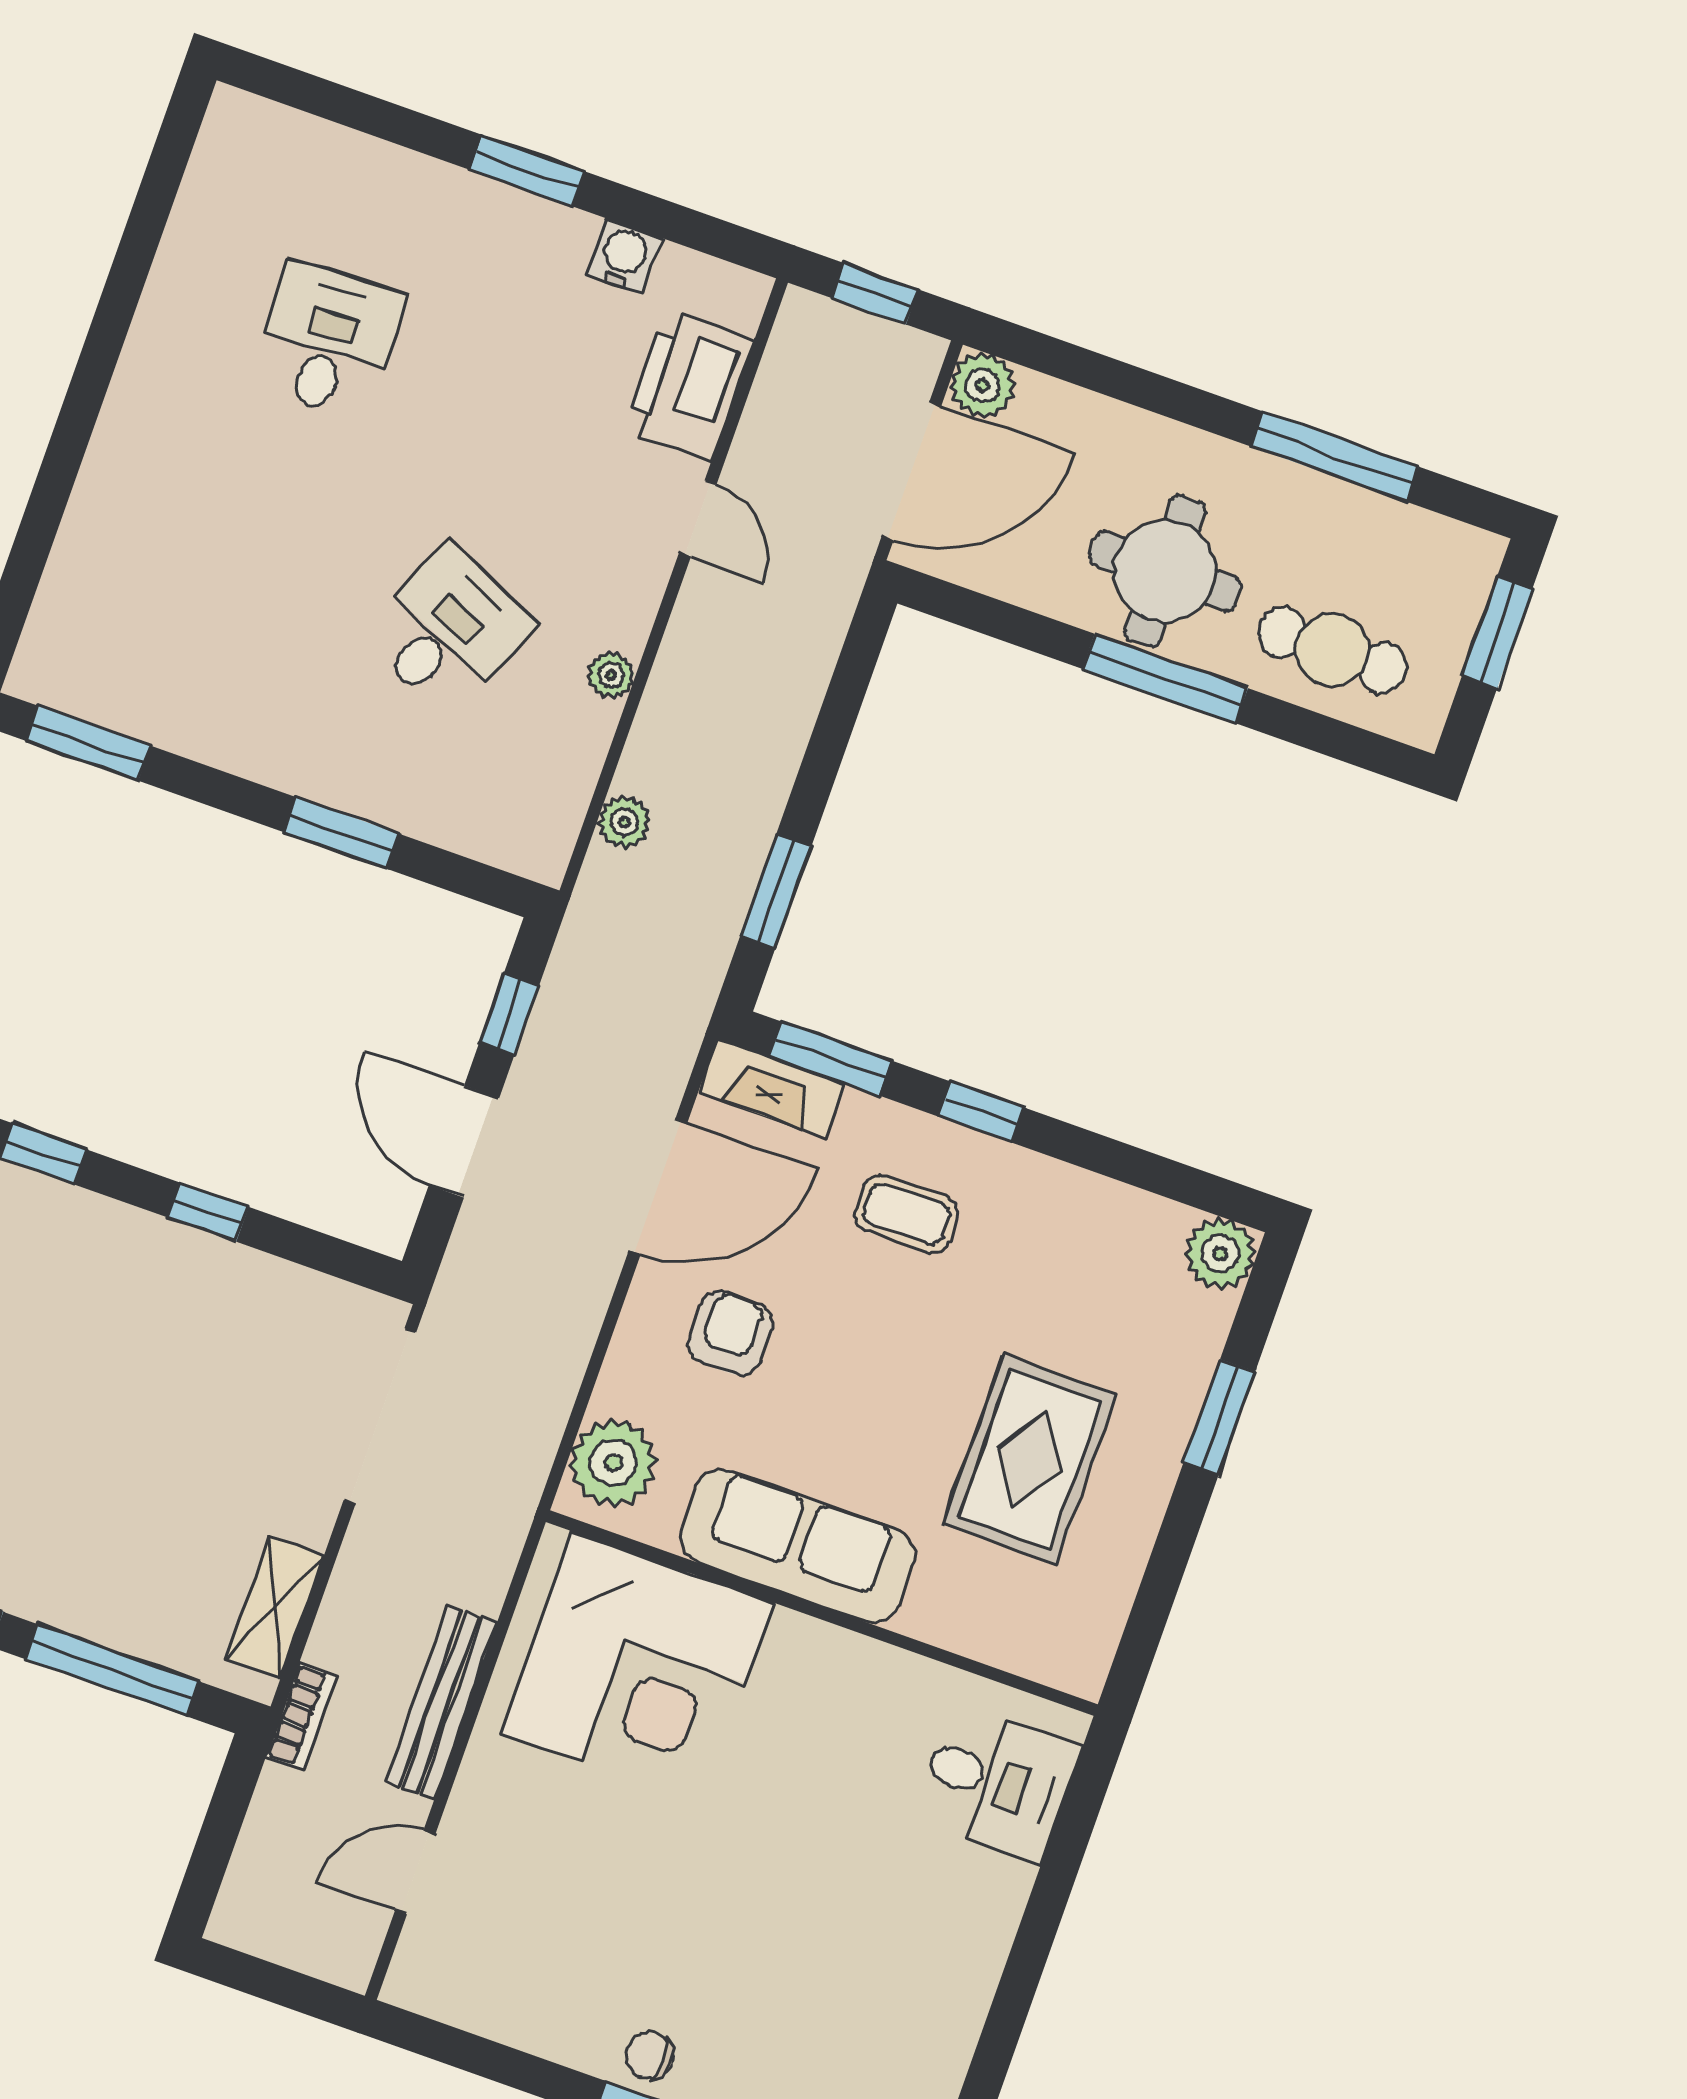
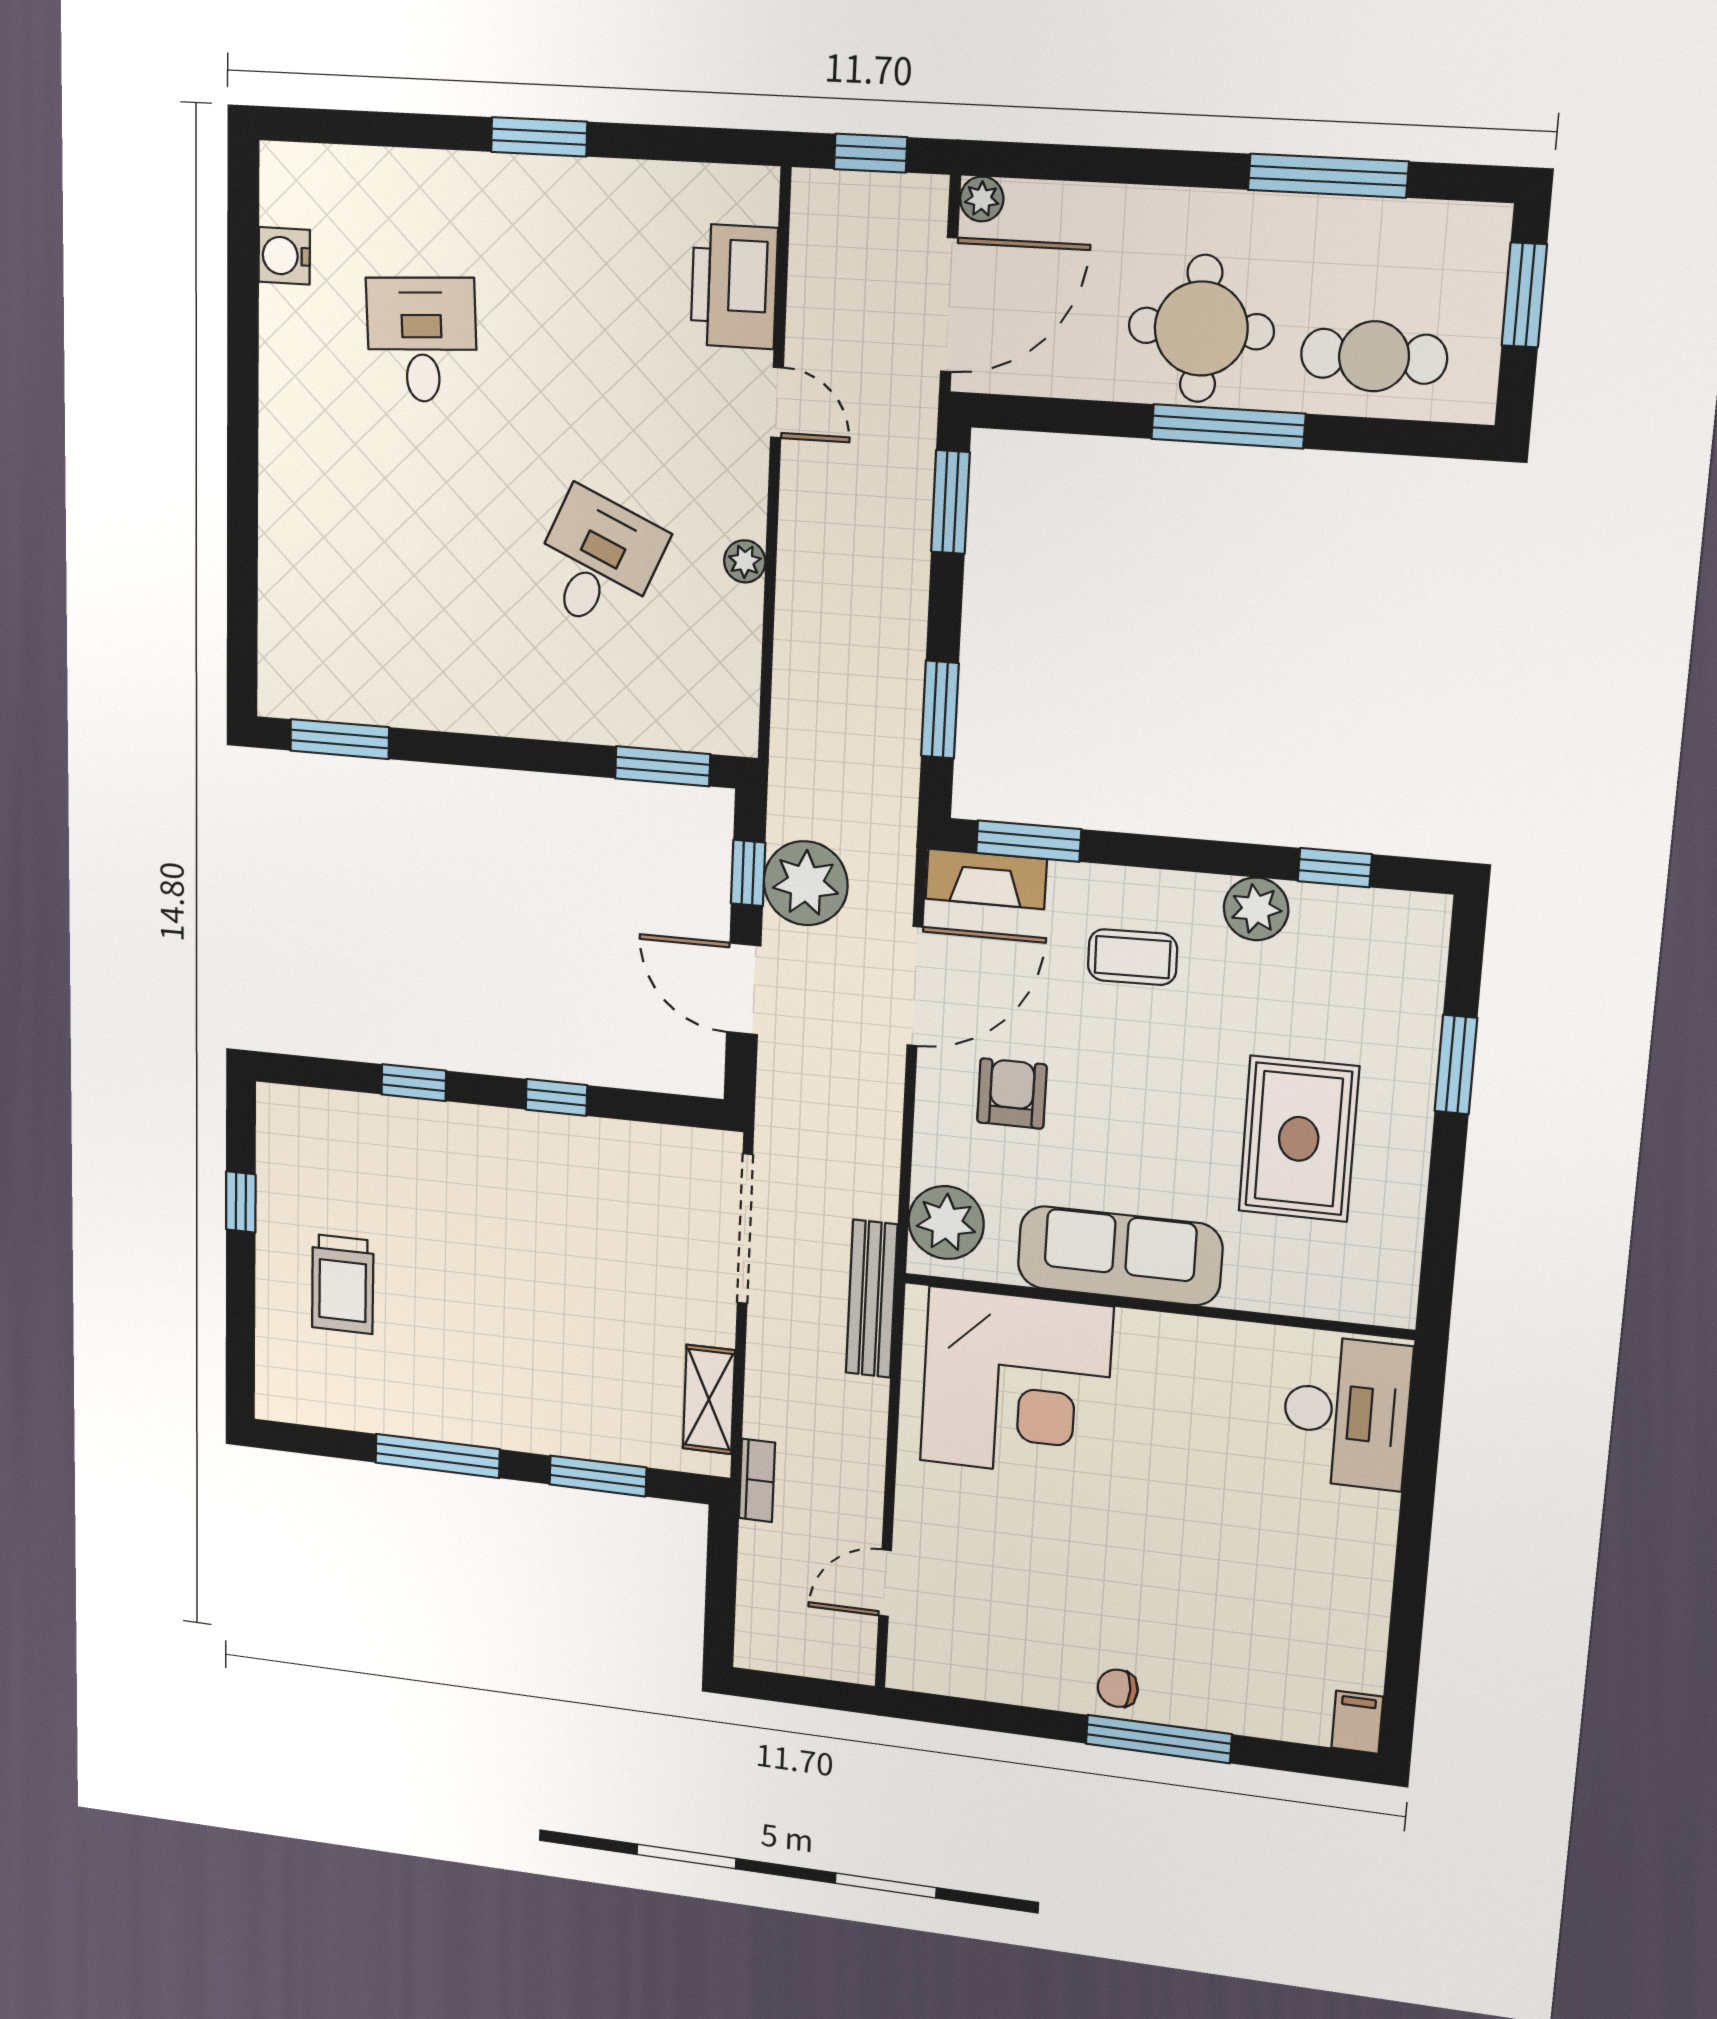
water cooler: (624, 256) -> (284, 256), moved, turned -90
plant: (982, 386) -> (982, 199), width x0.73, depth x0.73
window: (852, 675) -> (950, 502), added
plant: (624, 822) -> (806, 883), moved, width x1.88, depth x1.88
window: (341, 833) -> (663, 766), moved
window: (981, 1112) -> (1335, 868), moved
plant: (1220, 1254) -> (1256, 909), moved
window: (112, 1670) -> (598, 1476), width x0.69
bench: (441, 1702) -> (872, 1299), moved
desk: (997, 1782) -> (1346, 1412), width x1.37

